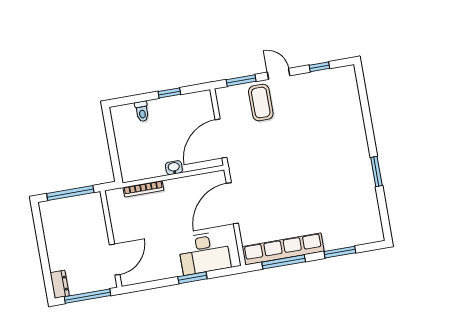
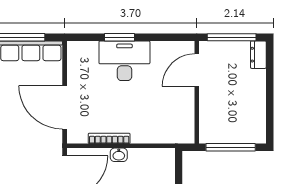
bookcase: (143, 189) -> (109, 138), moved
door: (232, 203) -> (65, 107), swing flipped
desk: (204, 253) -> (124, 61), moved

